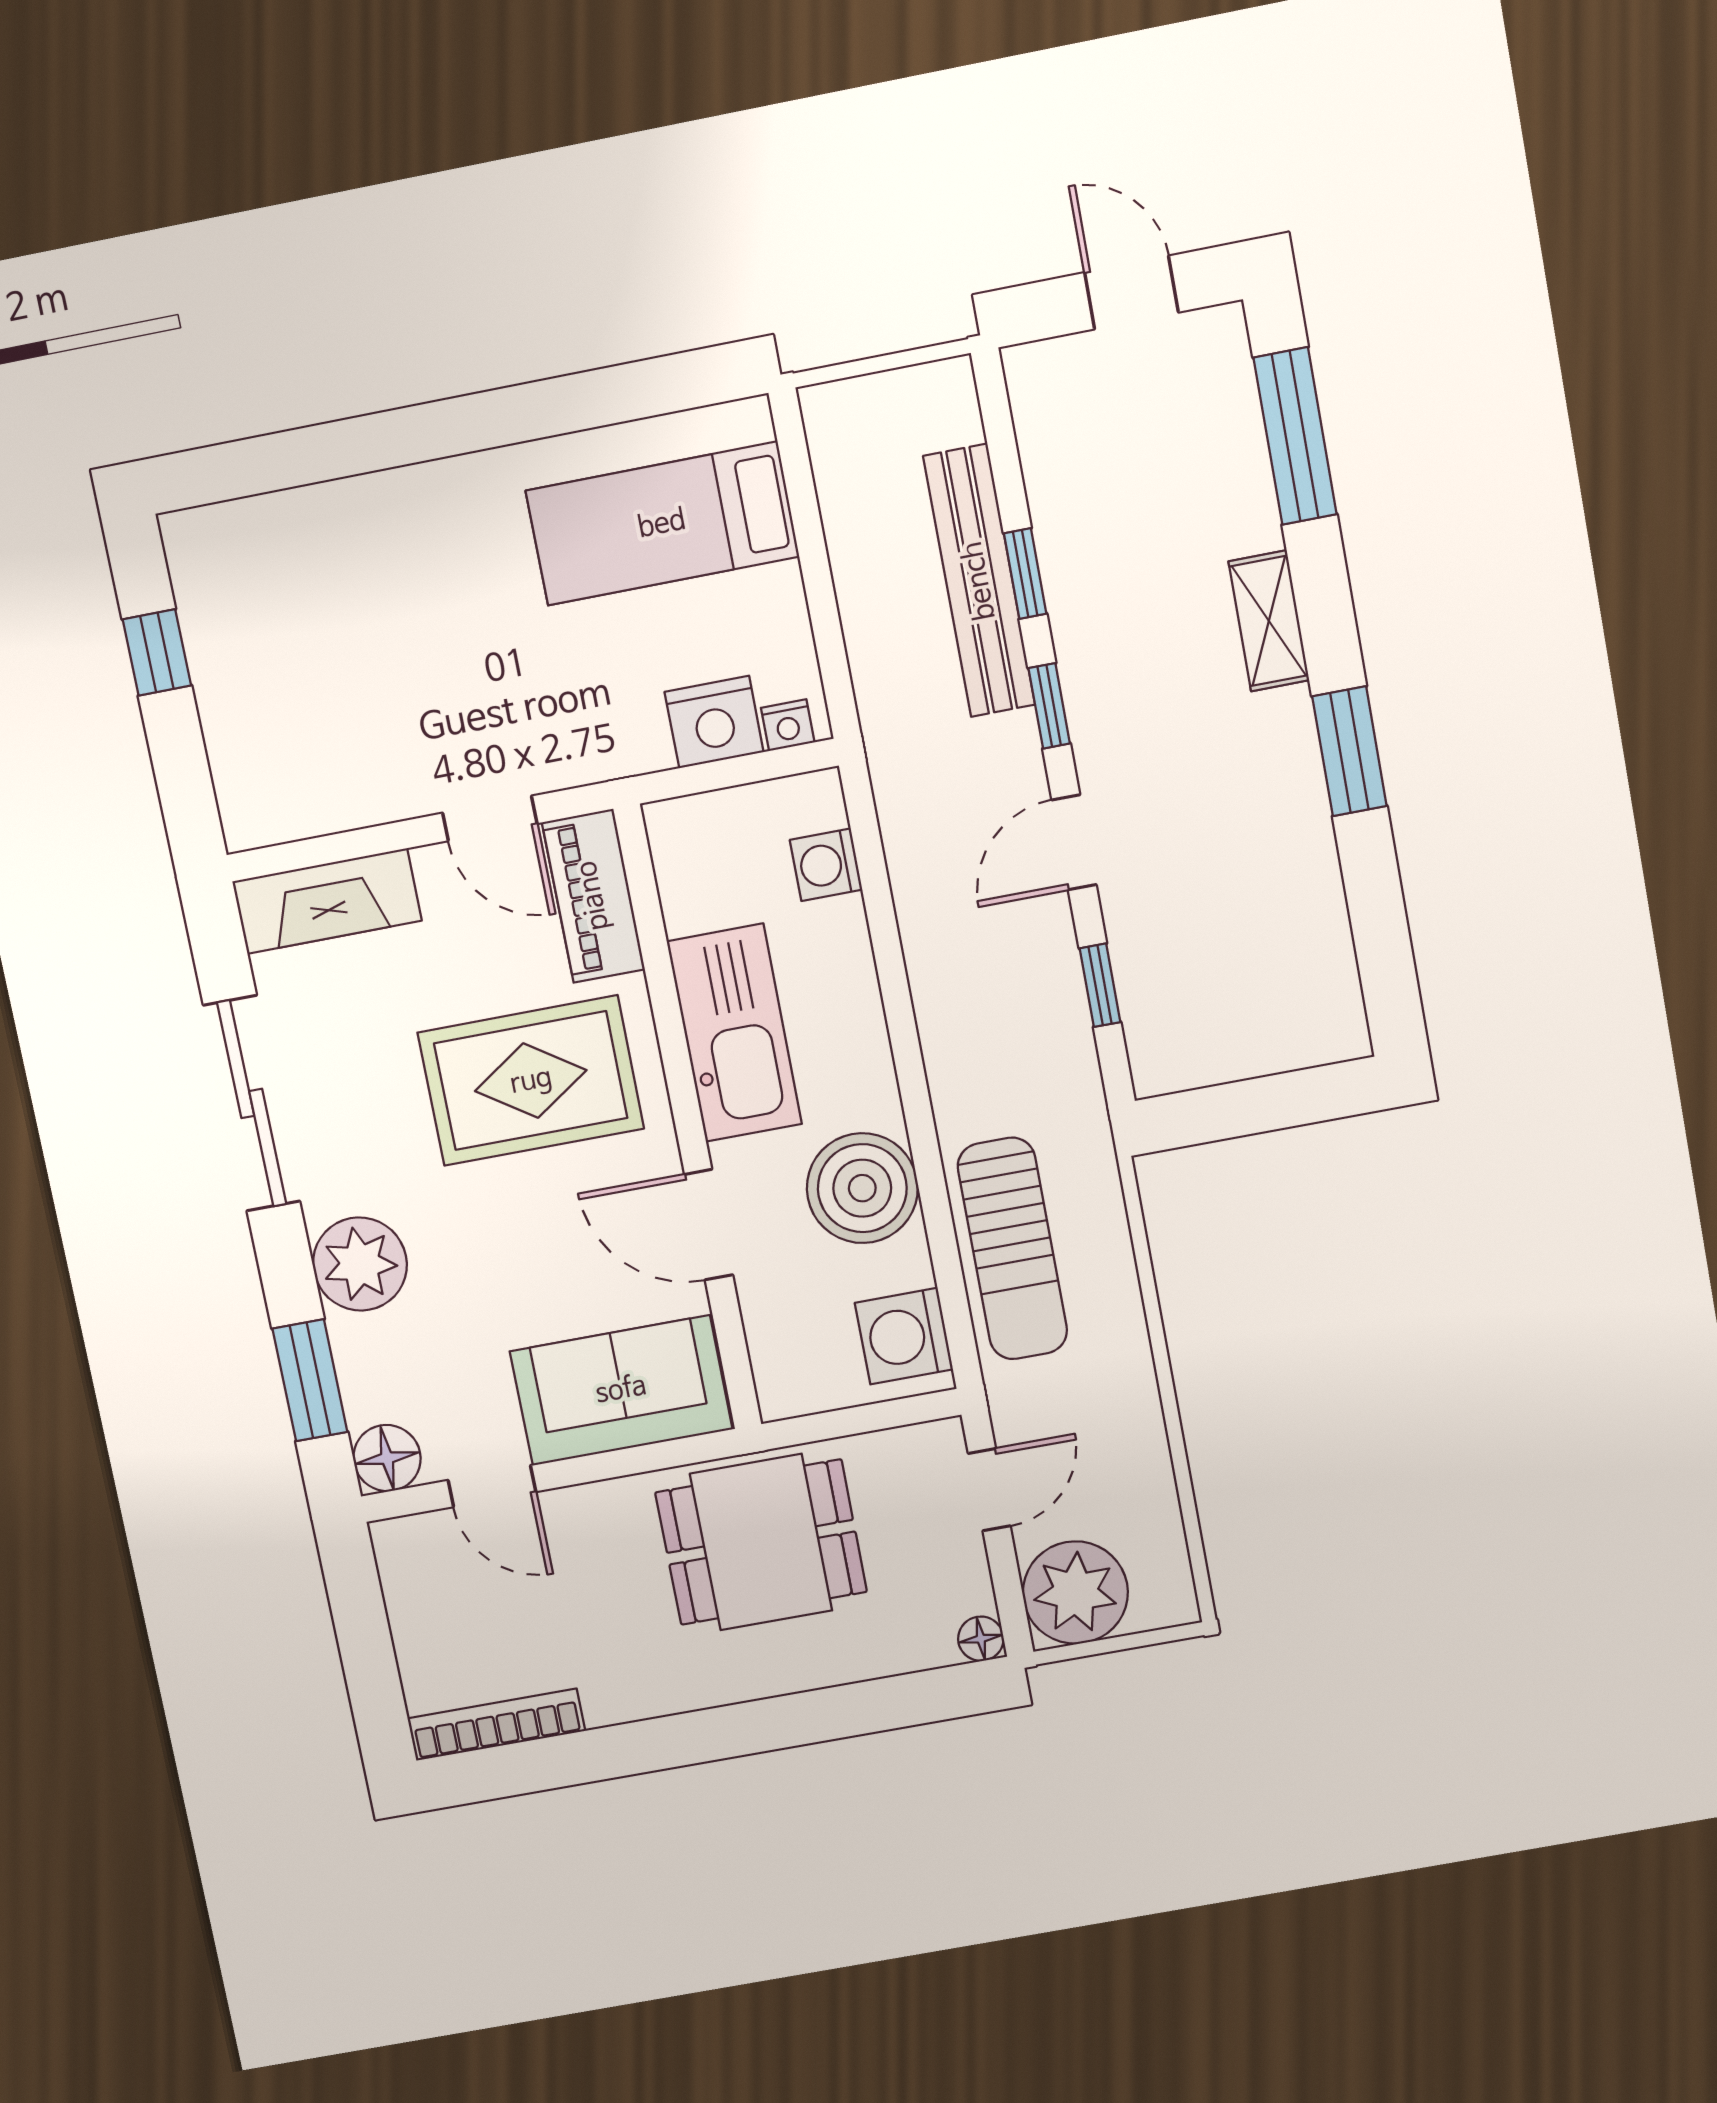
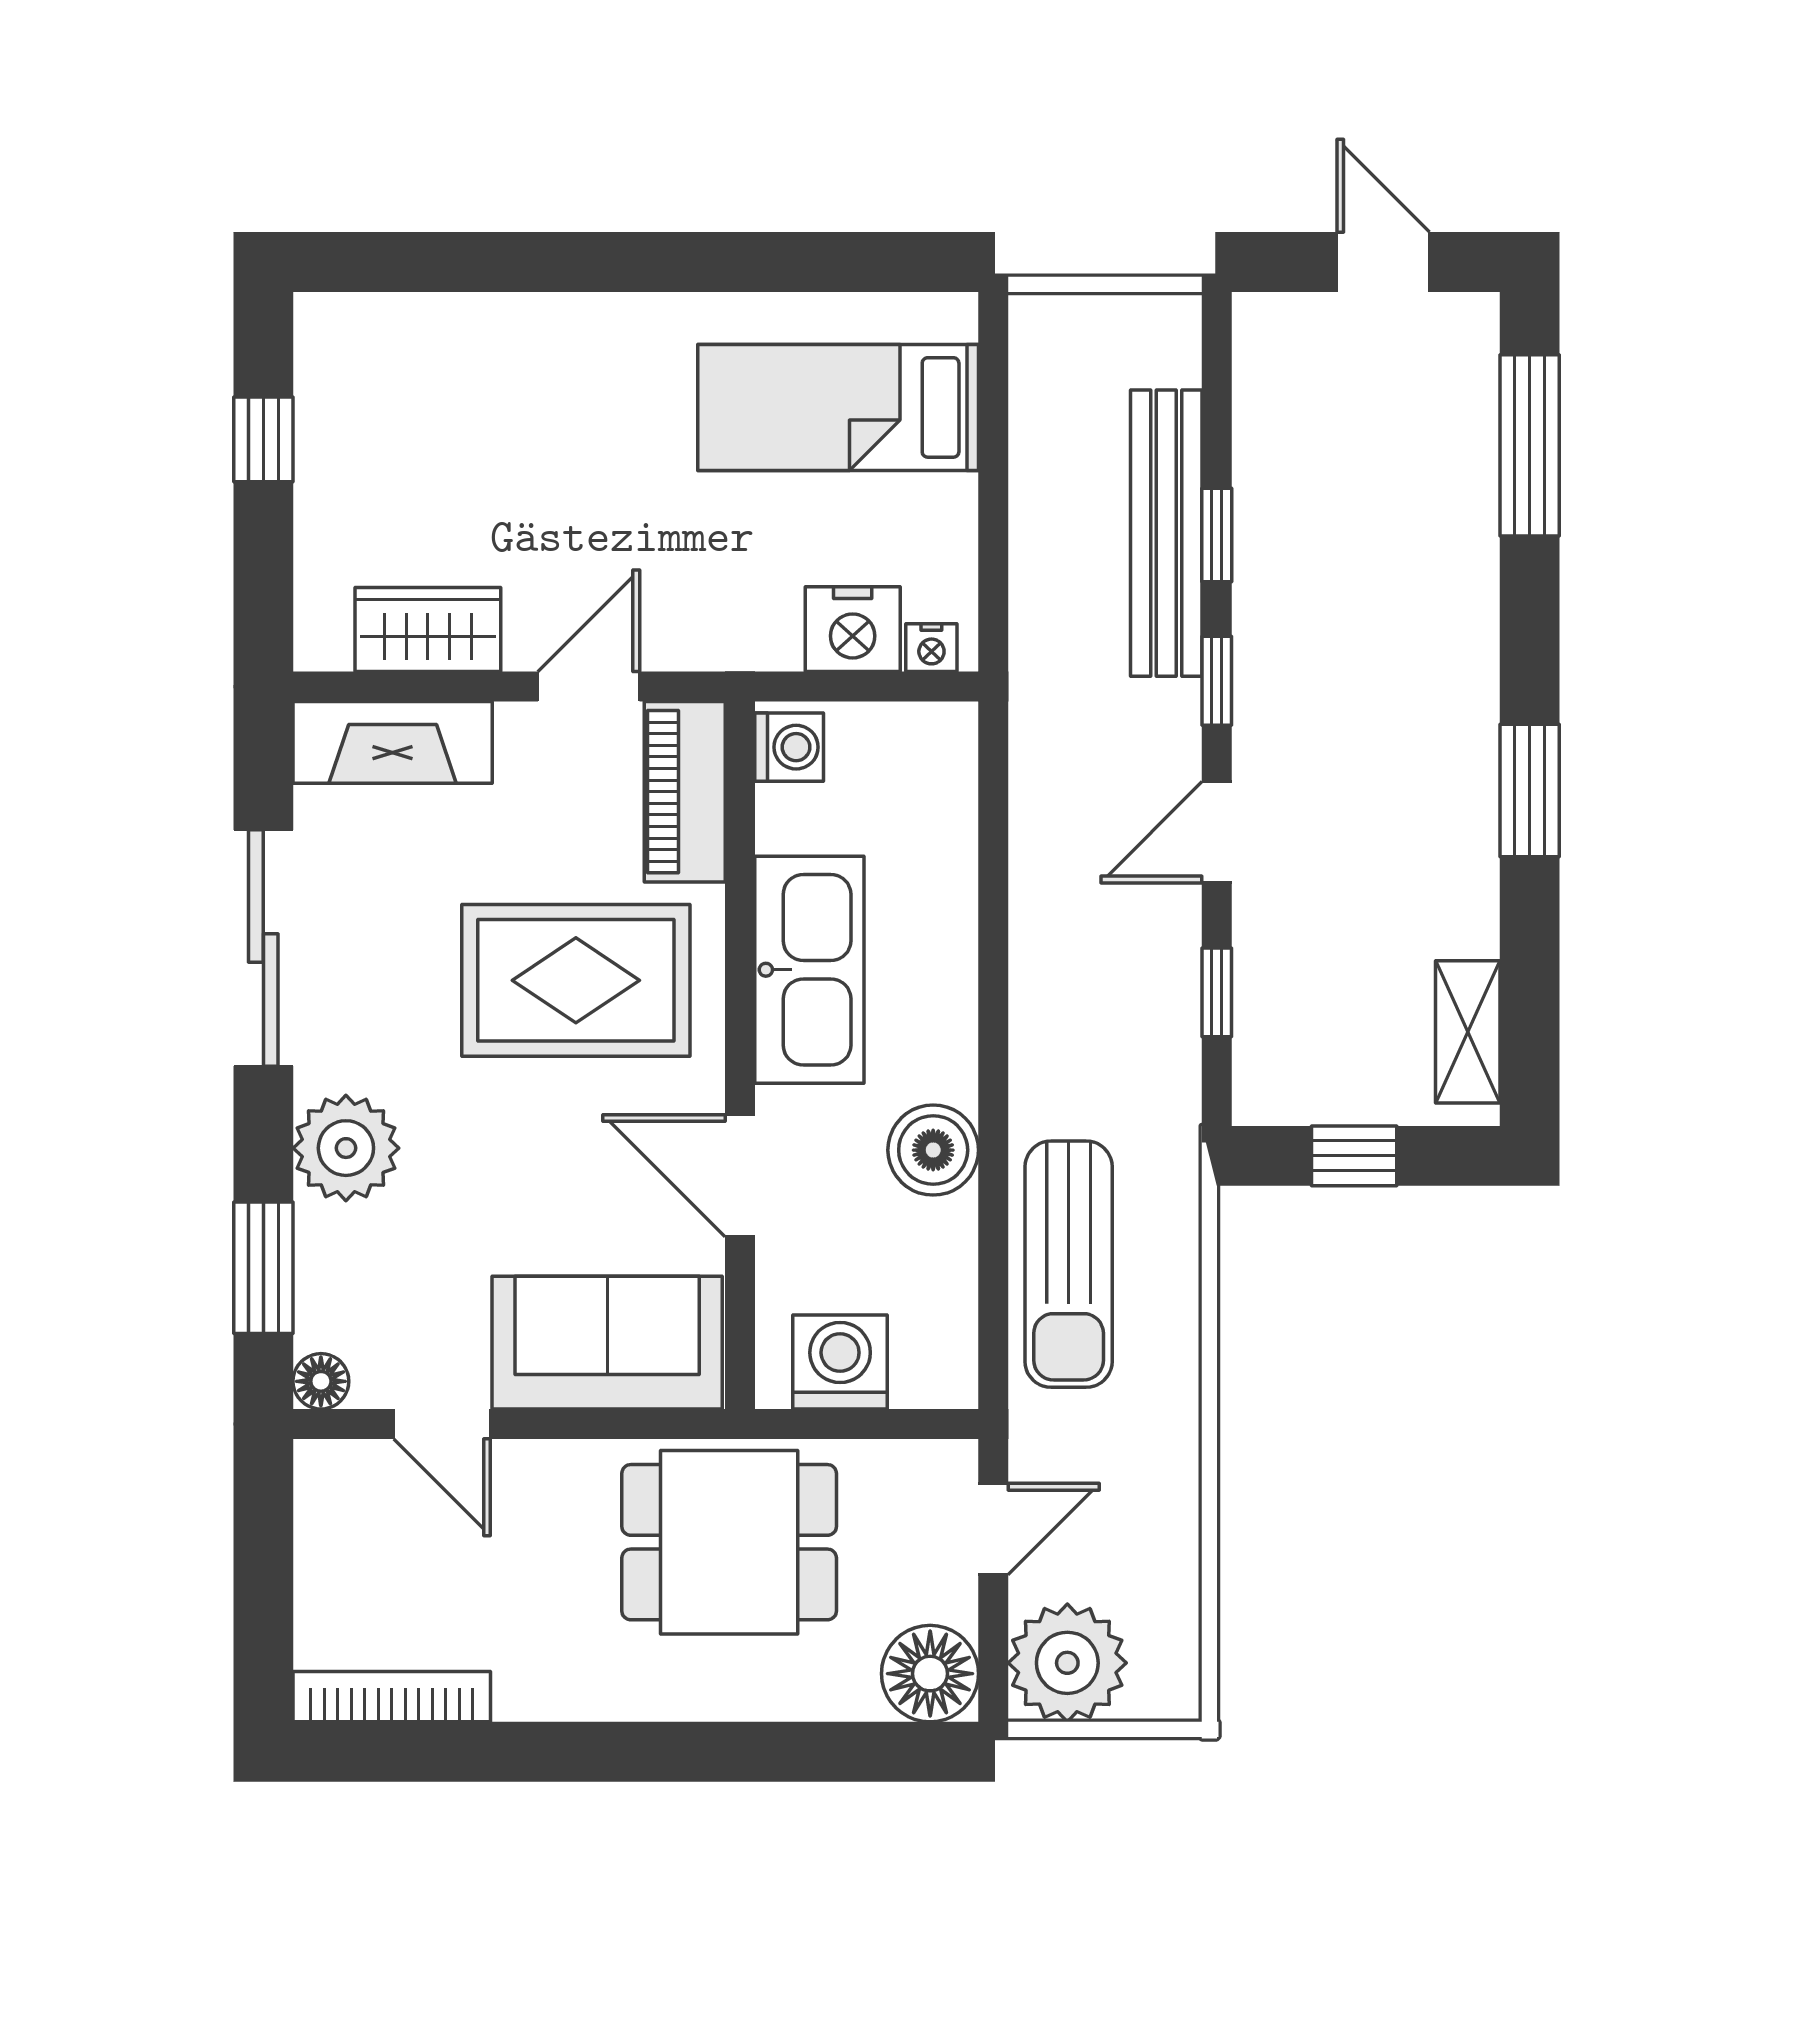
shelving: (1269, 621) -> (1468, 1032), moved
wardrobe: (337, 795) -> (428, 630), added
door: (490, 818) -> (589, 687), swing flipped
washing machine: (826, 865) -> (789, 747), moved, turned 180
window: (1249, 1107) -> (1354, 1156), added
boiler: (862, 1188) -> (933, 1150), width x0.73, depth x0.73
washing machine: (904, 1336) -> (840, 1362), moved, turned 90
floor lamp: (387, 1458) -> (321, 1381), width x0.73, depth x0.73
floor lamp: (981, 1639) -> (930, 1674), width x1.89, depth x1.89

